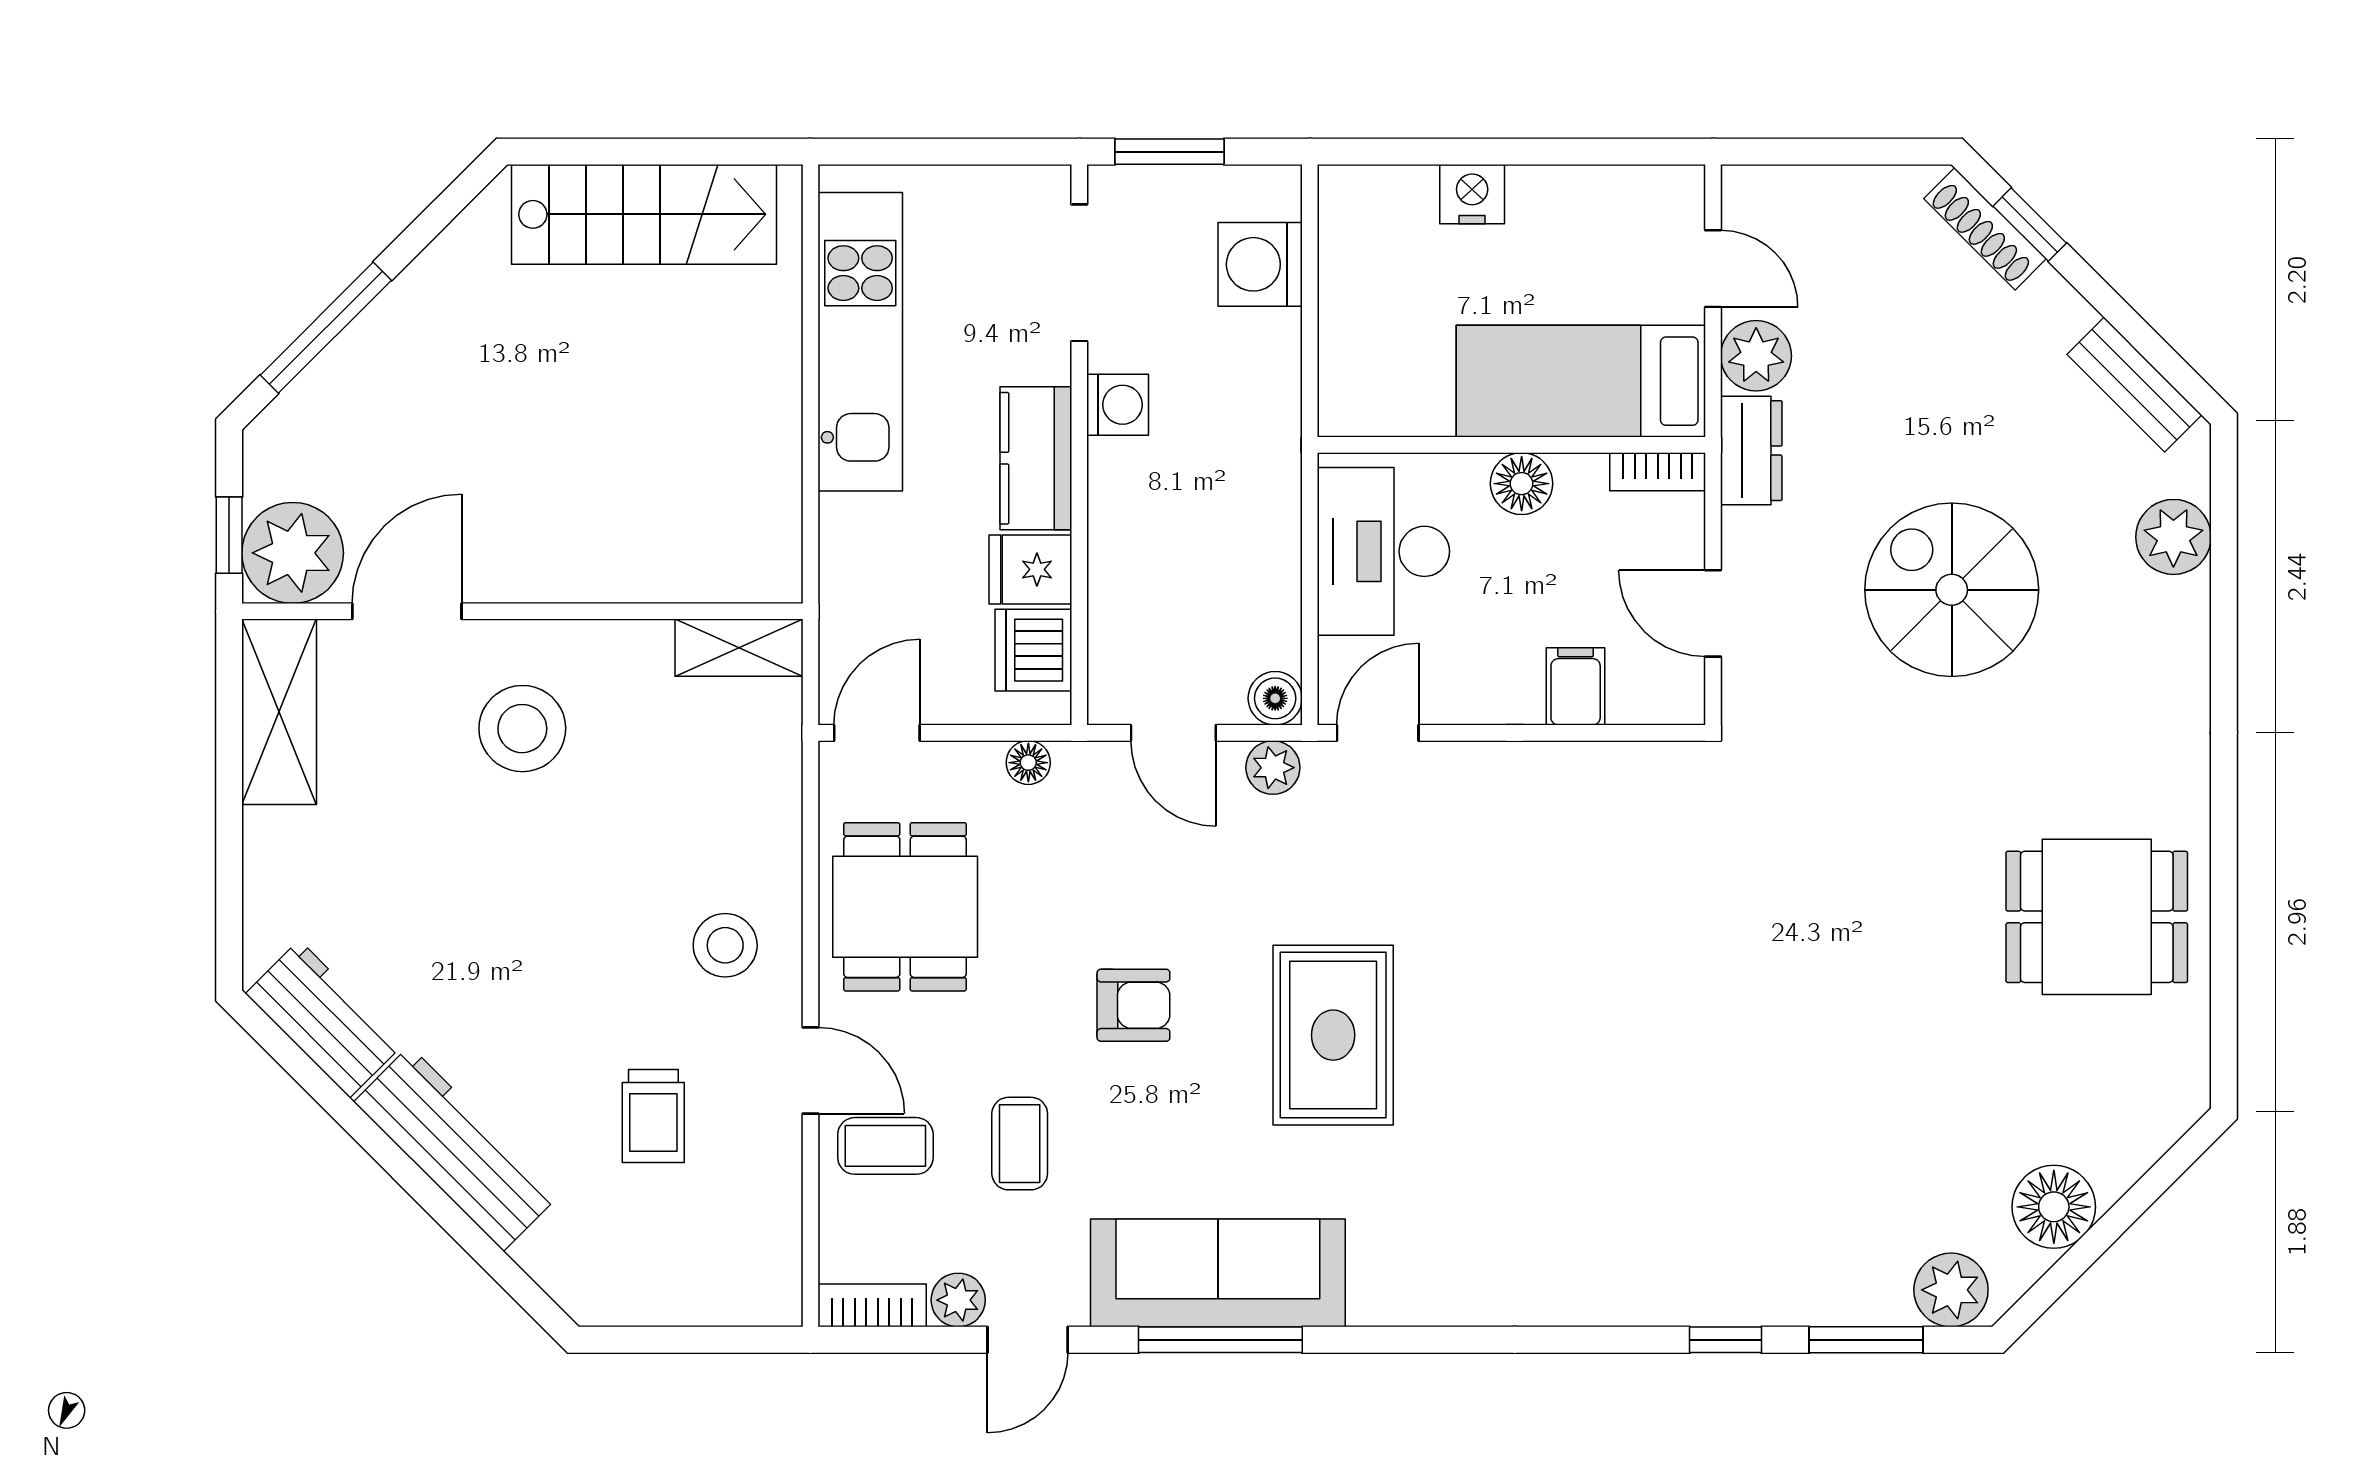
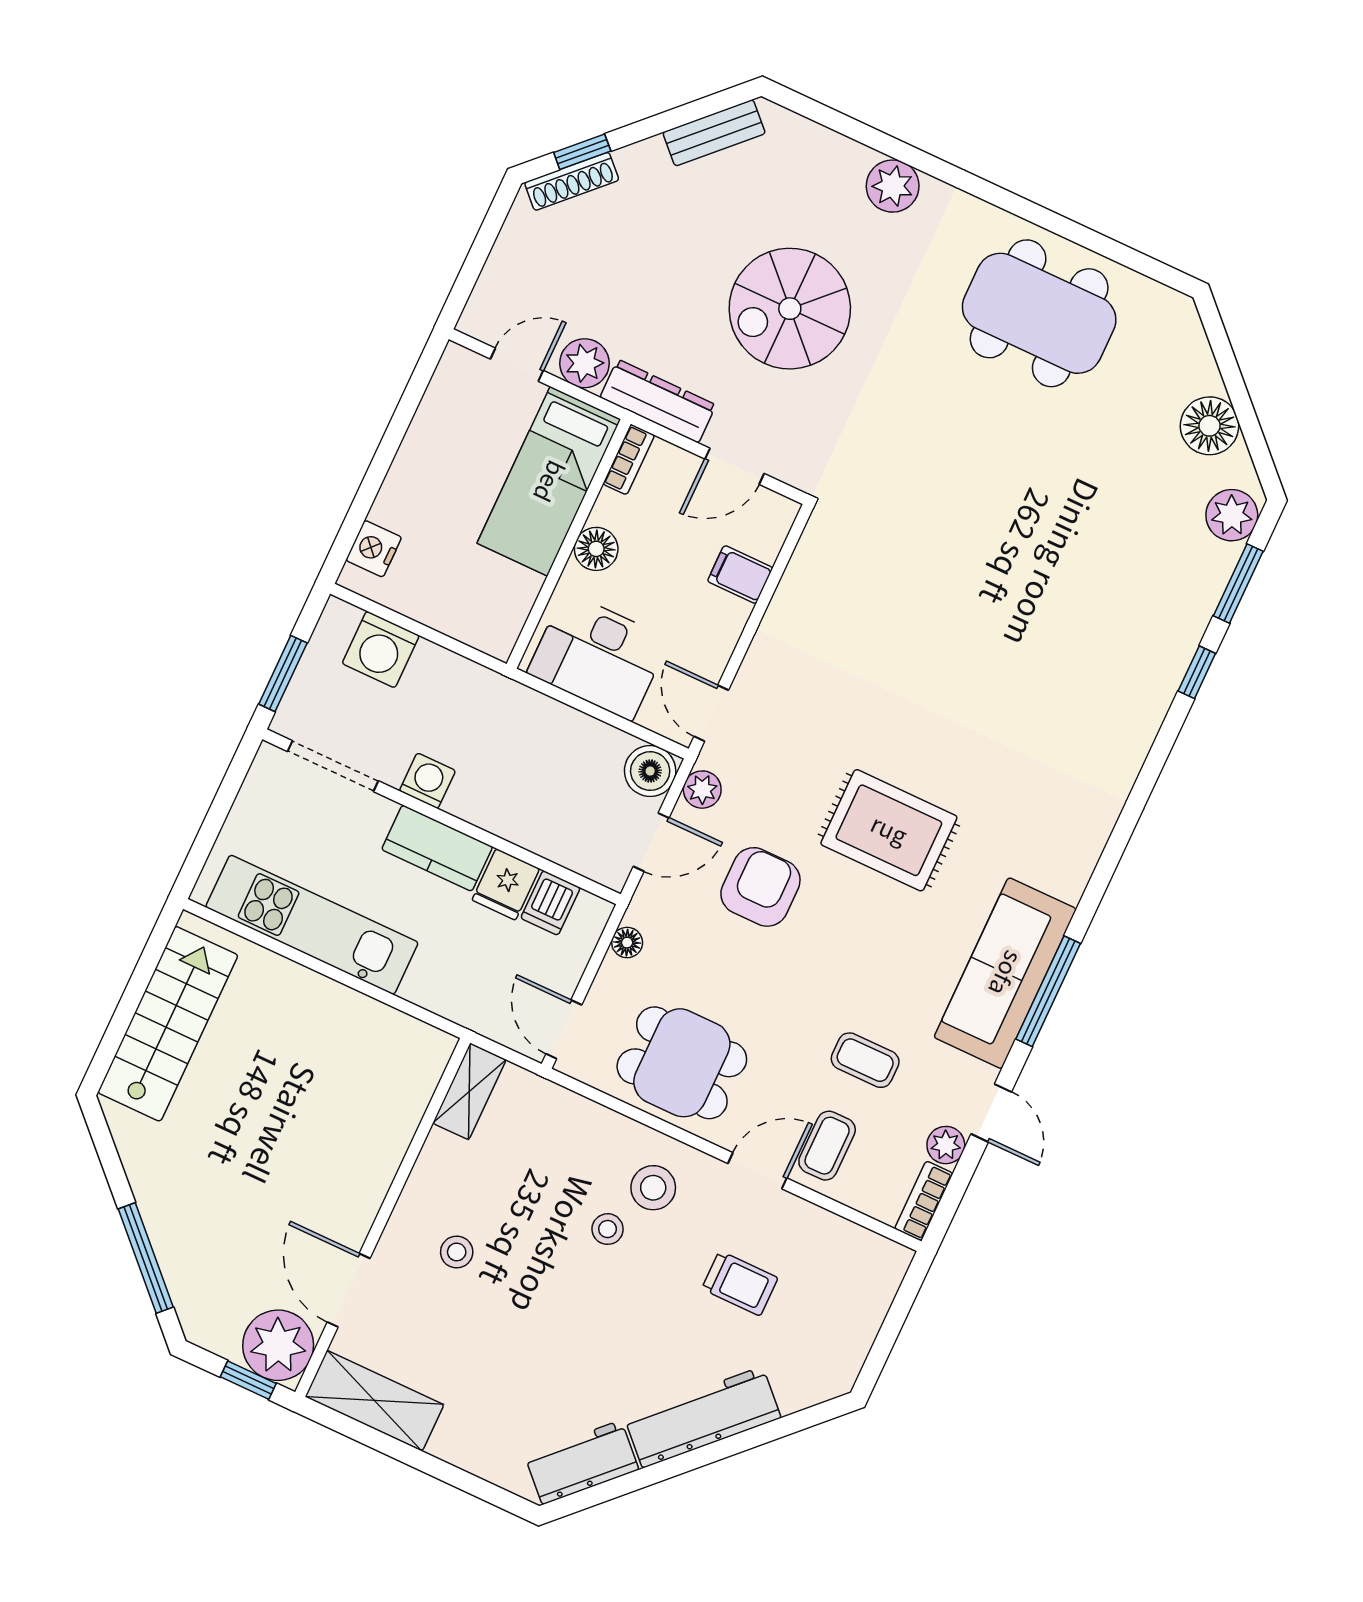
nightstand: (1472, 194) -> (374, 549), moved
dresser: (1751, 451) -> (658, 401), width x1.44
plant: (2173, 537) -> (893, 186), moved
dishwasher: (1033, 650) -> (550, 903), width x0.73
boiler: (1275, 698) -> (650, 771), width x1.36, depth x1.36
stool: (522, 729) -> (457, 1252), width x0.53, depth x0.53
stool: (644, 911) -> (608, 1229), added
dining table: (2097, 917) -> (1039, 313), width x1.38
armchair: (1133, 1005) -> (760, 887), moved, width x1.38, depth x1.38

